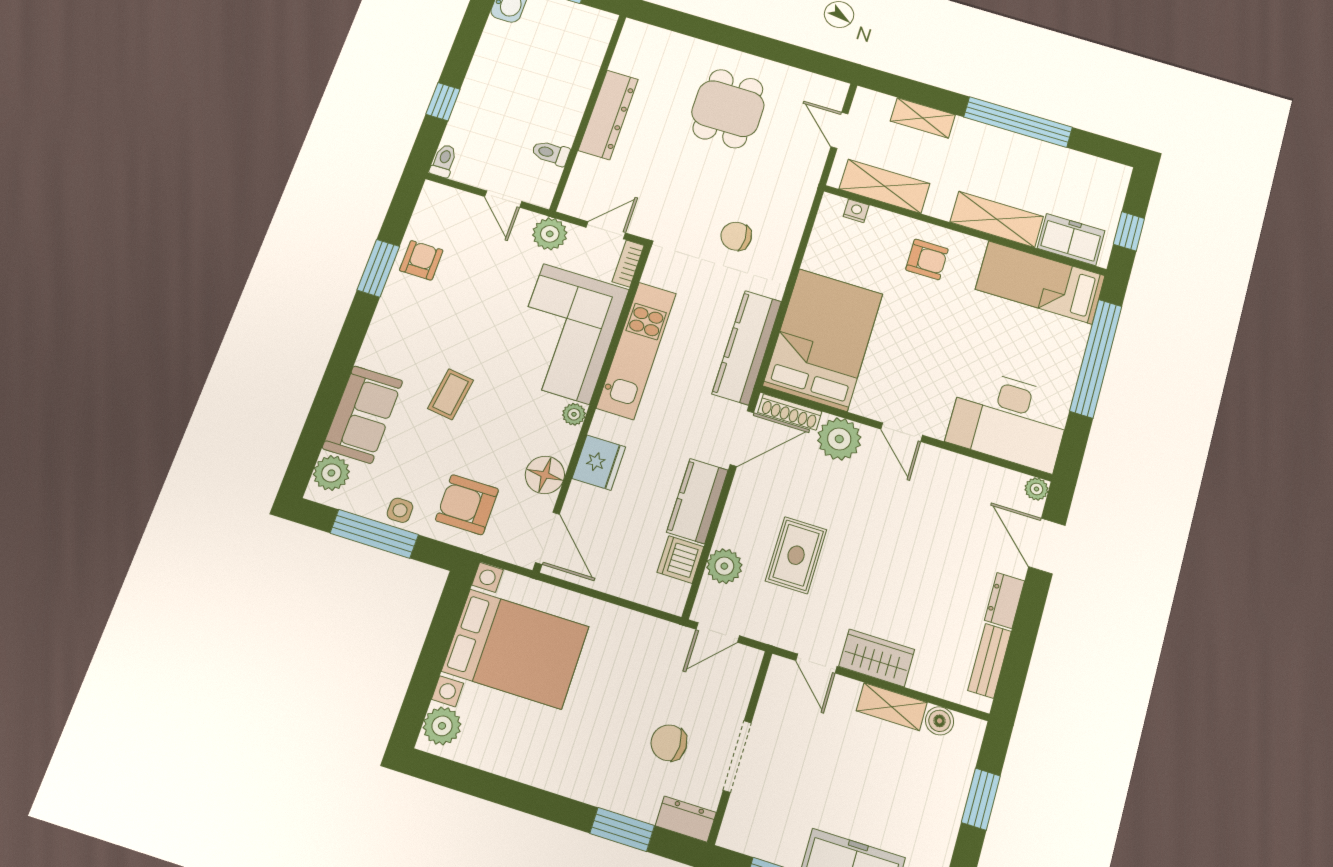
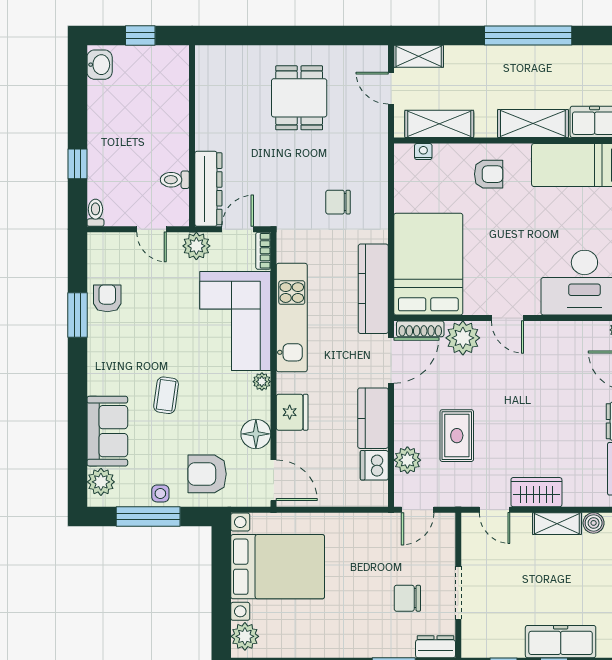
dresser: (608, 115) -> (208, 189), moved
shelving: (923, 118) -> (419, 56), moved

